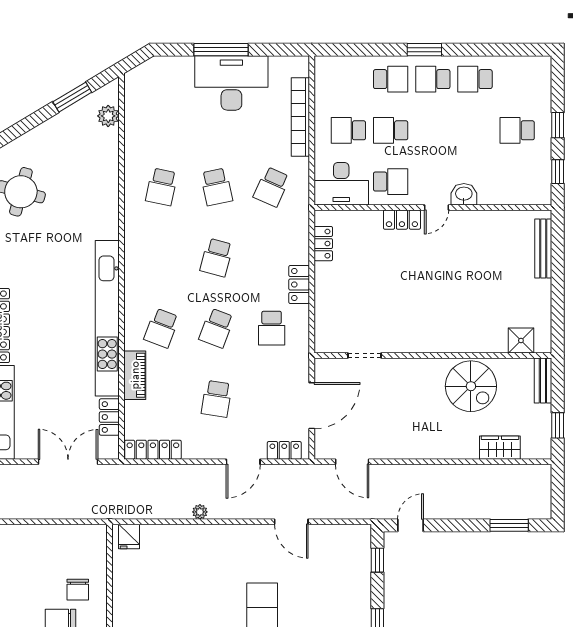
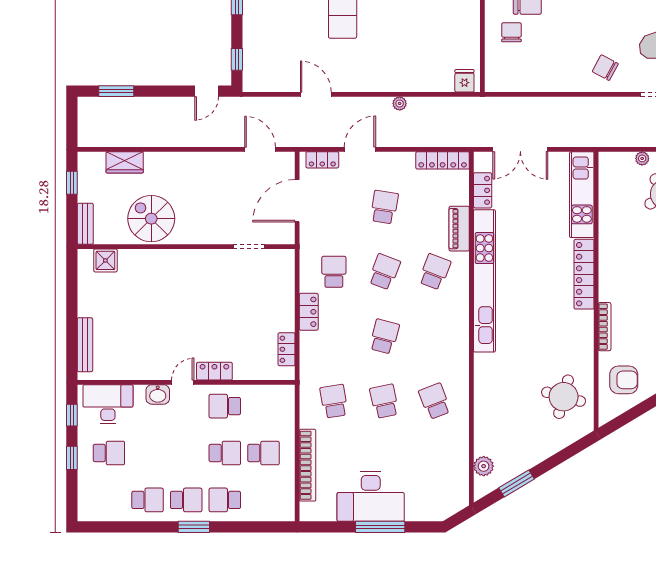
desk: (341, 184) -> (108, 404), moved
school desk: (162, 187) -> (435, 401), turned -33
school desk: (272, 187) -> (334, 401), turned -33

